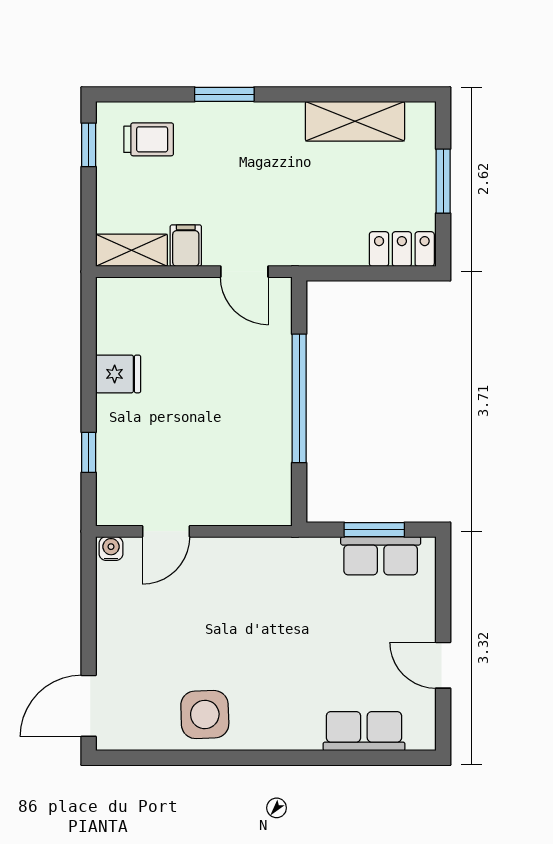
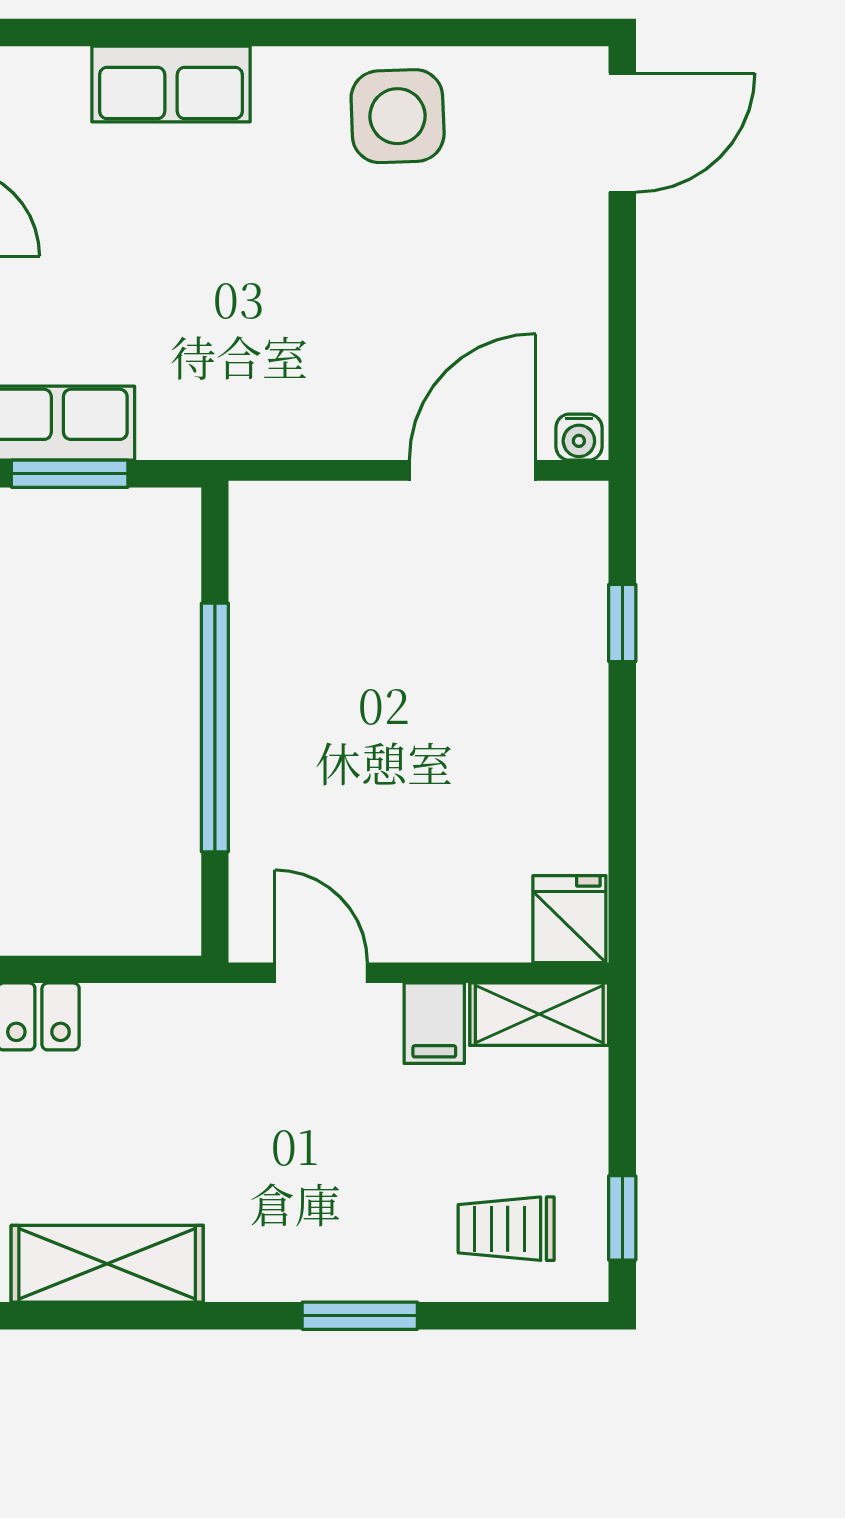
fridge: (118, 374) -> (569, 919), moved, turned 90
door: (166, 531) -> (473, 470), width x1.38
row of seats: (364, 731) -> (171, 84), moved

